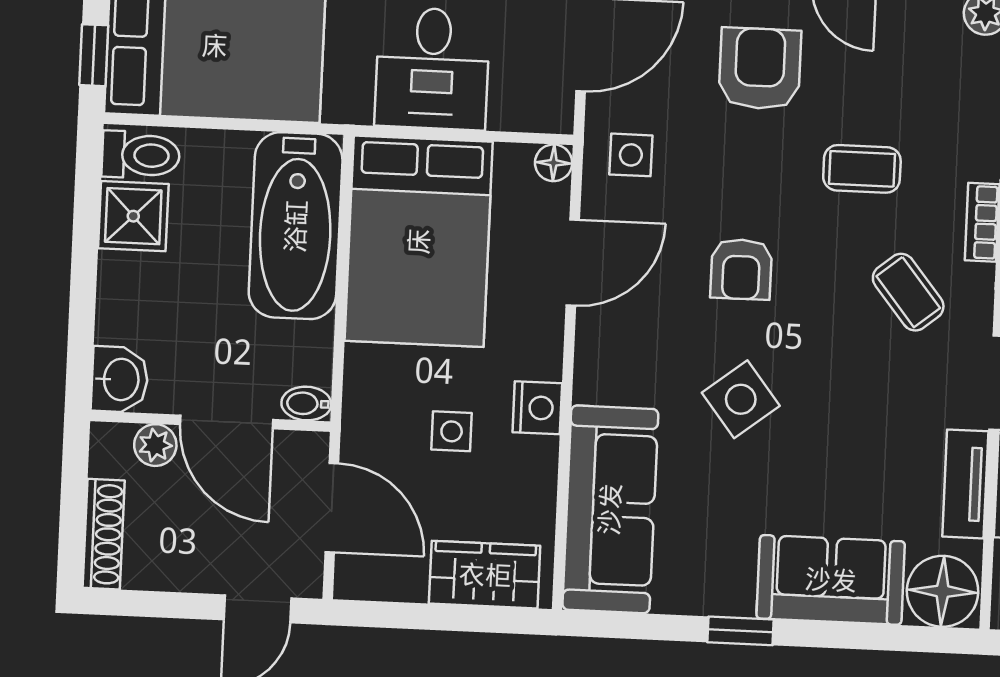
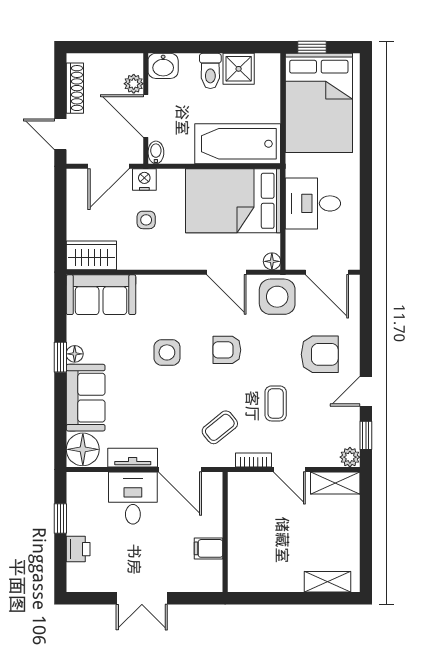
toilet: (141, 155) -> (210, 71), moved
side table: (631, 155) -> (277, 297), width x1.87, depth x1.87
side table: (741, 399) -> (167, 352), turned 38
nightstand: (537, 408) -> (144, 180), moved, turned 180
door: (226, 422) -> (146, 116), hinge flipped
sofa: (610, 509) -> (101, 295), width x0.73
shoe rack: (104, 534) -> (75, 88), moved, turned -90
wardrobe: (485, 575) -> (91, 255), moved, turned -90
floor lamp: (735, 599) -> (75, 354), added

